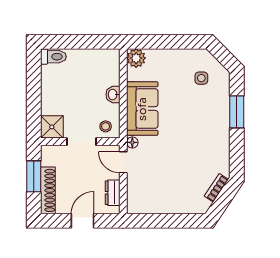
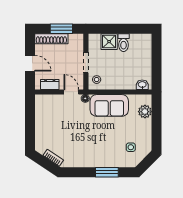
toilet: (53, 57) -> (124, 43), moved
plant: (136, 58) -> (145, 112), moved
washbasin: (113, 95) -> (142, 85), moved
shower: (52, 127) -> (109, 42), moved
door: (123, 162) -> (71, 92), hinge flipped

